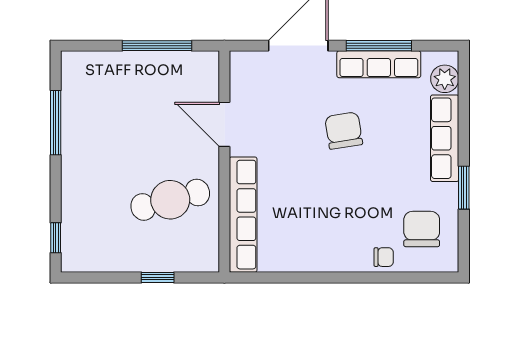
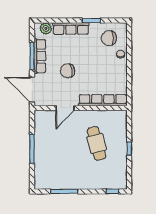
door: (224, 124) -> (65, 108), moved
wall: (224, 162) -> (81, 108), moved
row of seats: (243, 215) -> (103, 100), moved

